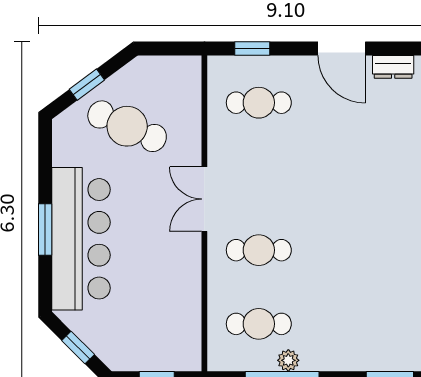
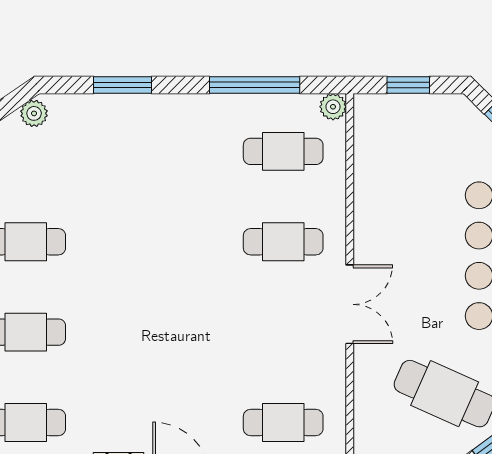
plant: (288, 360) -> (333, 107), moved

